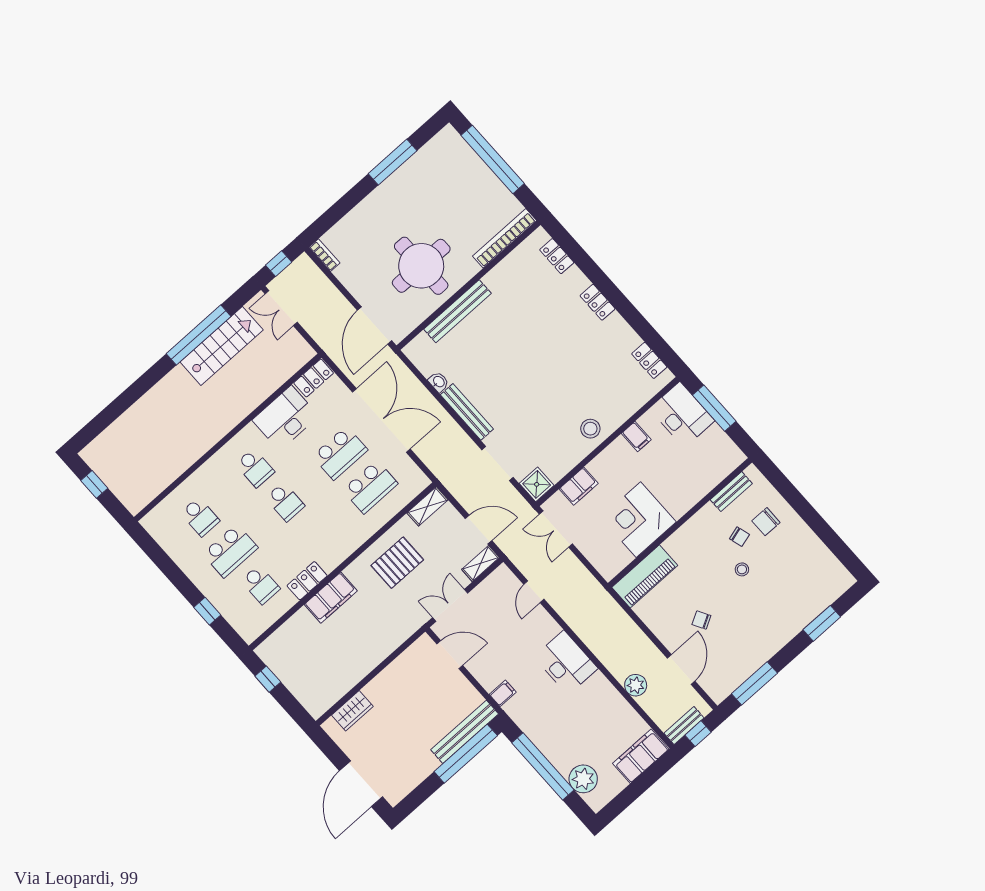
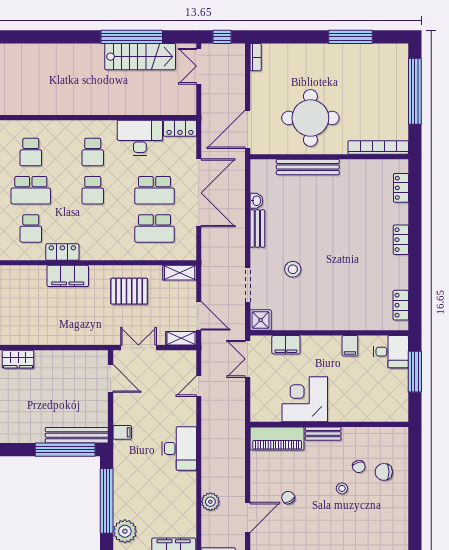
bench: (467, 412) -> (257, 229), width x0.73
desk: (682, 415) -> (391, 352), width x0.73
stool: (590, 429) -> (293, 269), moved
bench: (731, 492) -> (323, 434), moved

